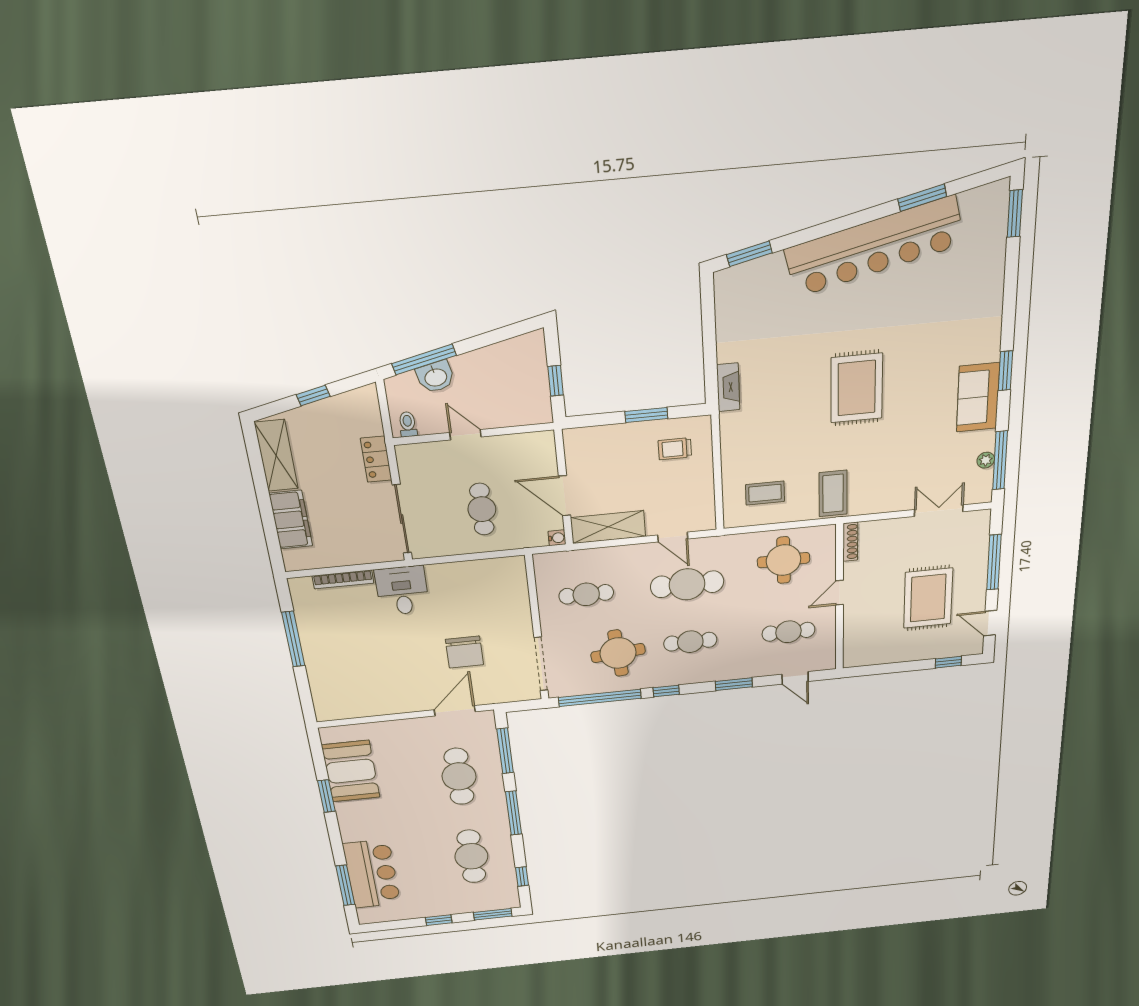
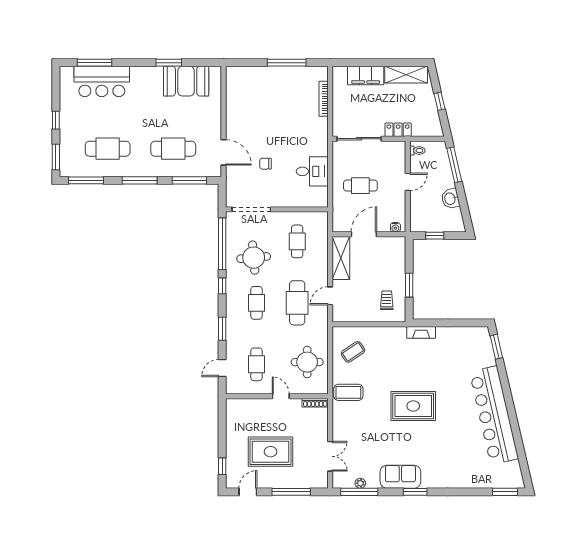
window: (922, 198) -> (518, 441), removed
washbasin: (436, 377) -> (450, 199), moved
coffee table: (765, 493) -> (353, 352), turned 56
water cooler: (557, 538) -> (395, 227), moved
desk: (402, 591) -> (312, 171), moved
chair: (464, 652) -> (265, 164), width x0.54, depth x0.54
window: (522, 876) -> (86, 180), width x2.17

